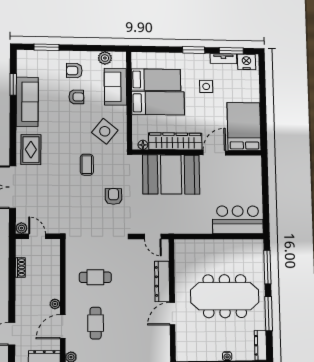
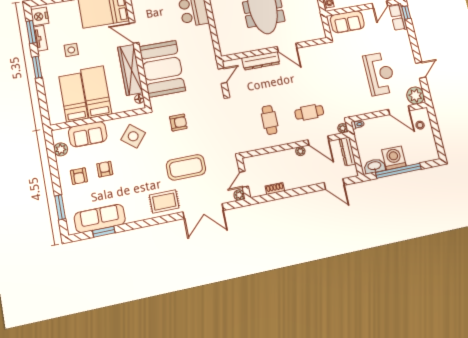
sofa: (27, 102) -> (100, 218), moved
coffee table: (87, 165) -> (186, 167), moved, width x1.86, depth x1.72
armchair: (114, 196) -> (178, 123), moved, turned 180

